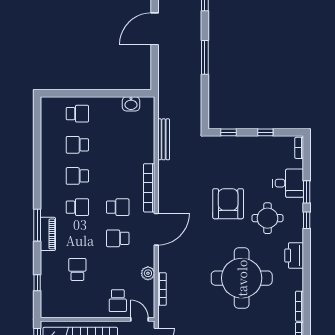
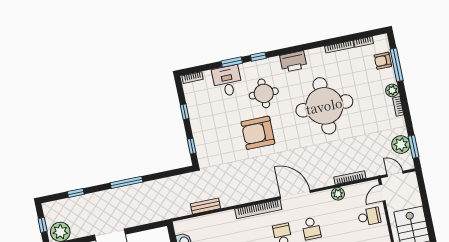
bench: (164, 139) -> (205, 206), width x0.73

